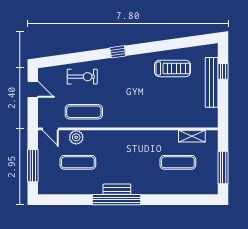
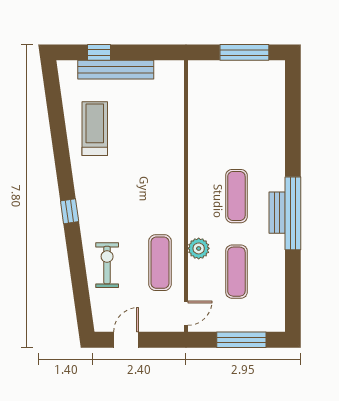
shelving: (192, 136) -> (197, 99), removed
plant: (76, 137) -> (199, 248), moved
exercise mat: (178, 162) -> (236, 196), moved

